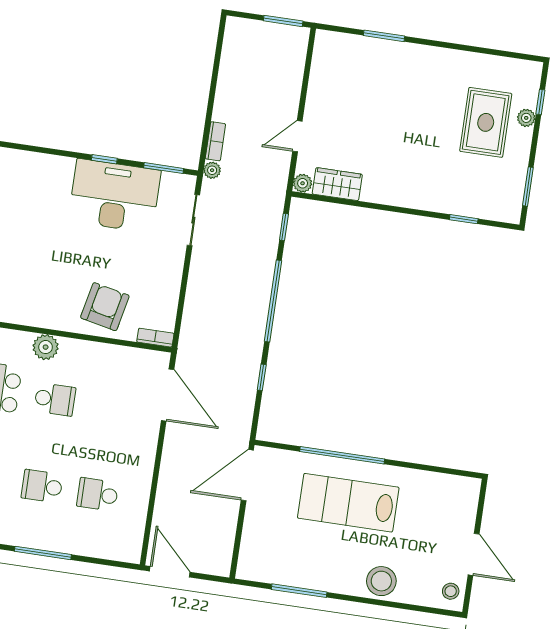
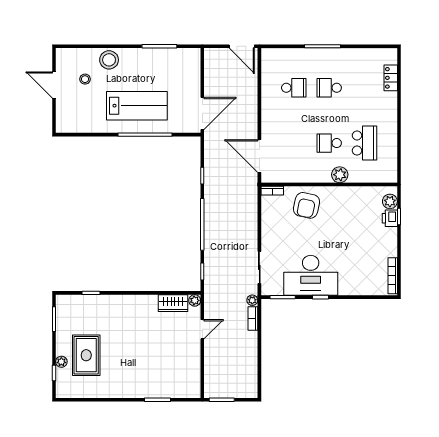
school desk: (42, 486) -> (329, 88), turned 180
stool: (451, 591) -> (85, 79), moved

